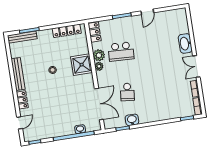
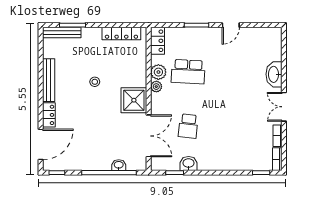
shower: (82, 65) -> (134, 100), moved
door: (20, 123) -> (41, 144), width x1.87

